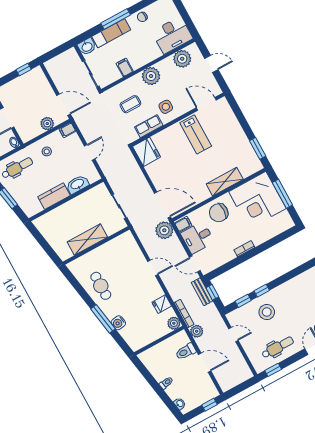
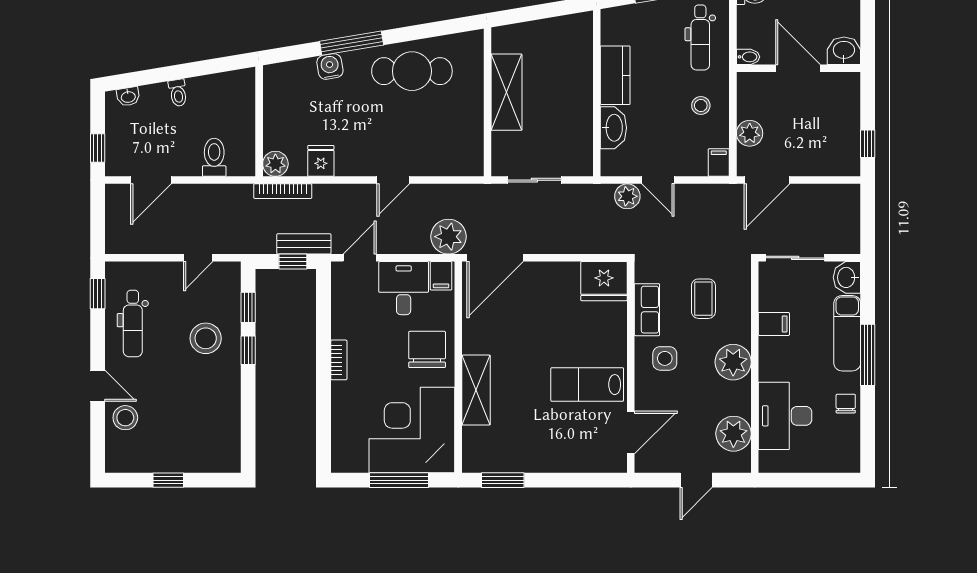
desk: (172, 35) -> (785, 416), moved
cafe table: (101, 286) -> (412, 71), width x1.37, depth x1.35
plant: (197, 331) -> (627, 196), moved
door: (205, 363) -> (151, 180), moved

